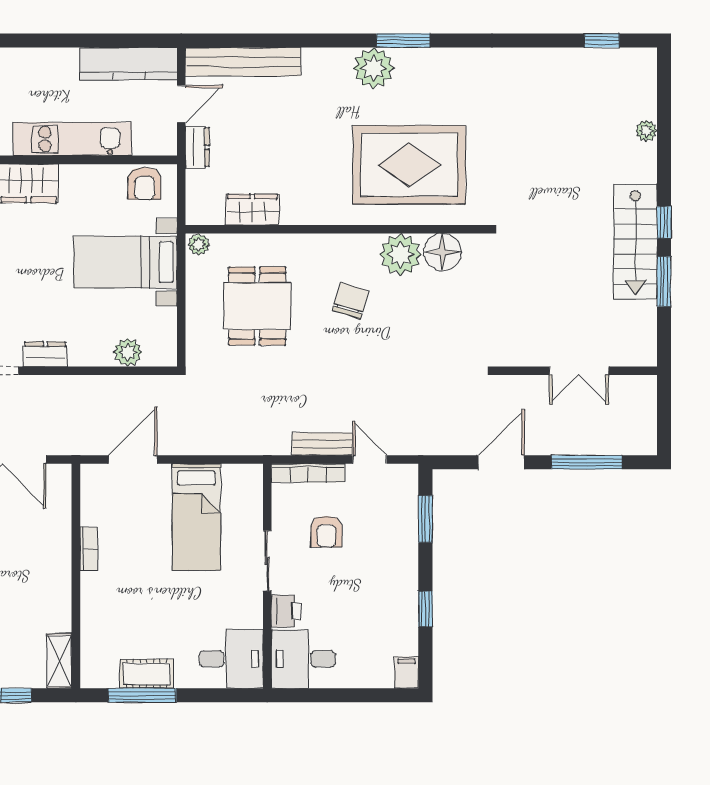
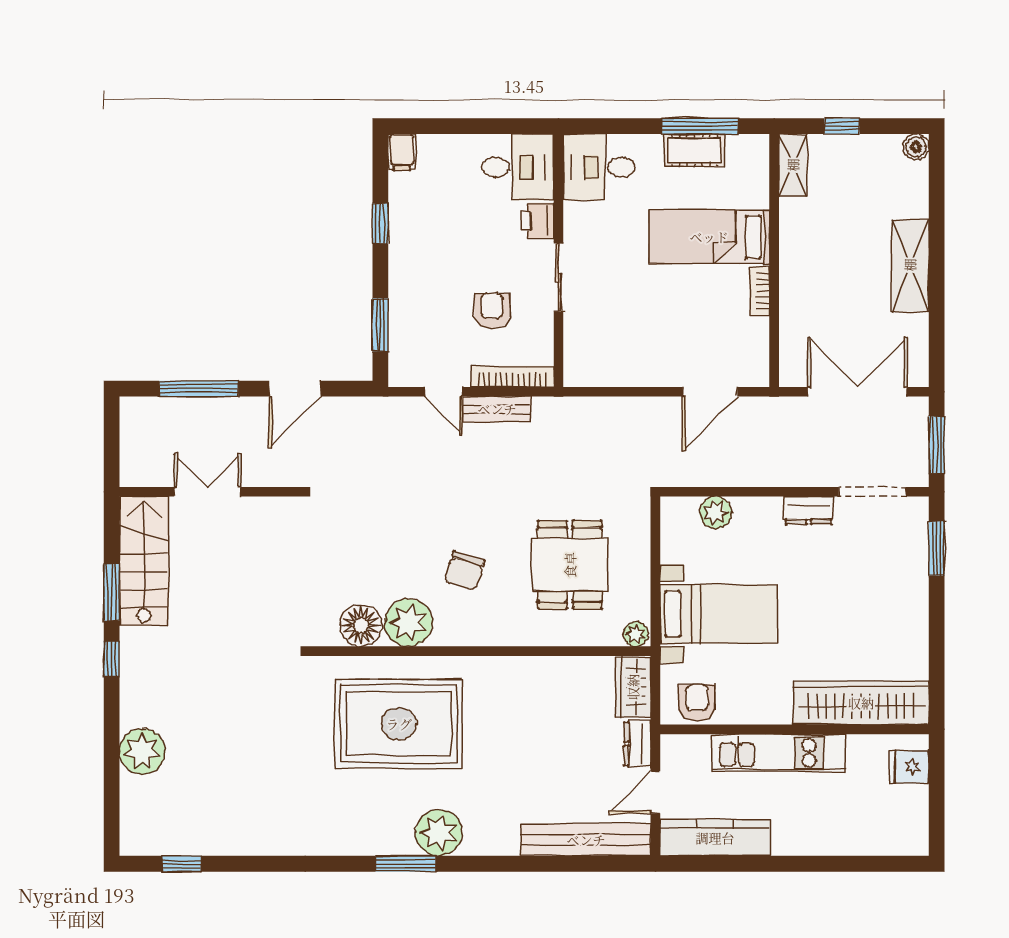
plant: (646, 131) -> (142, 751), width x1.88, depth x1.88
wardrobe: (252, 209) -> (633, 687), moved, turned 90
stairs: (635, 242) -> (144, 561), moved
bed: (196, 517) -> (709, 237), moved, turned -90

